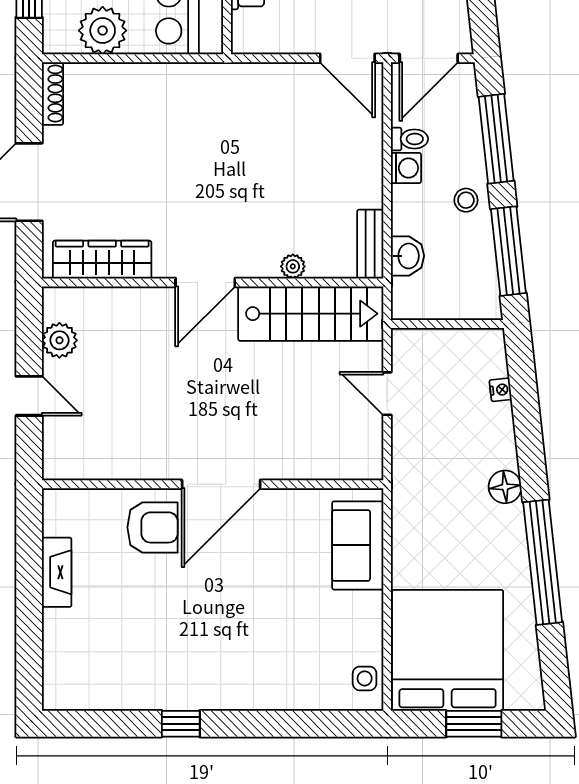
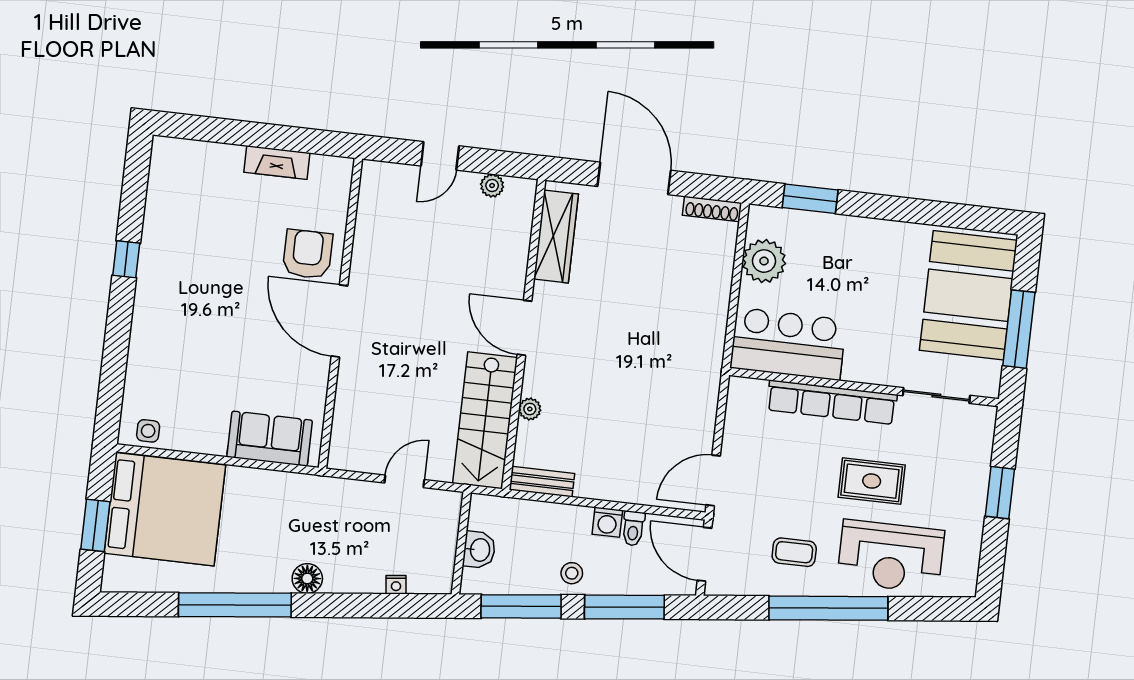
washbasin: (408, 256) -> (479, 550), moved, turned -90
plant: (59, 340) -> (492, 186), width x0.73, depth x0.73
armchair: (152, 527) -> (307, 254), turned 180

